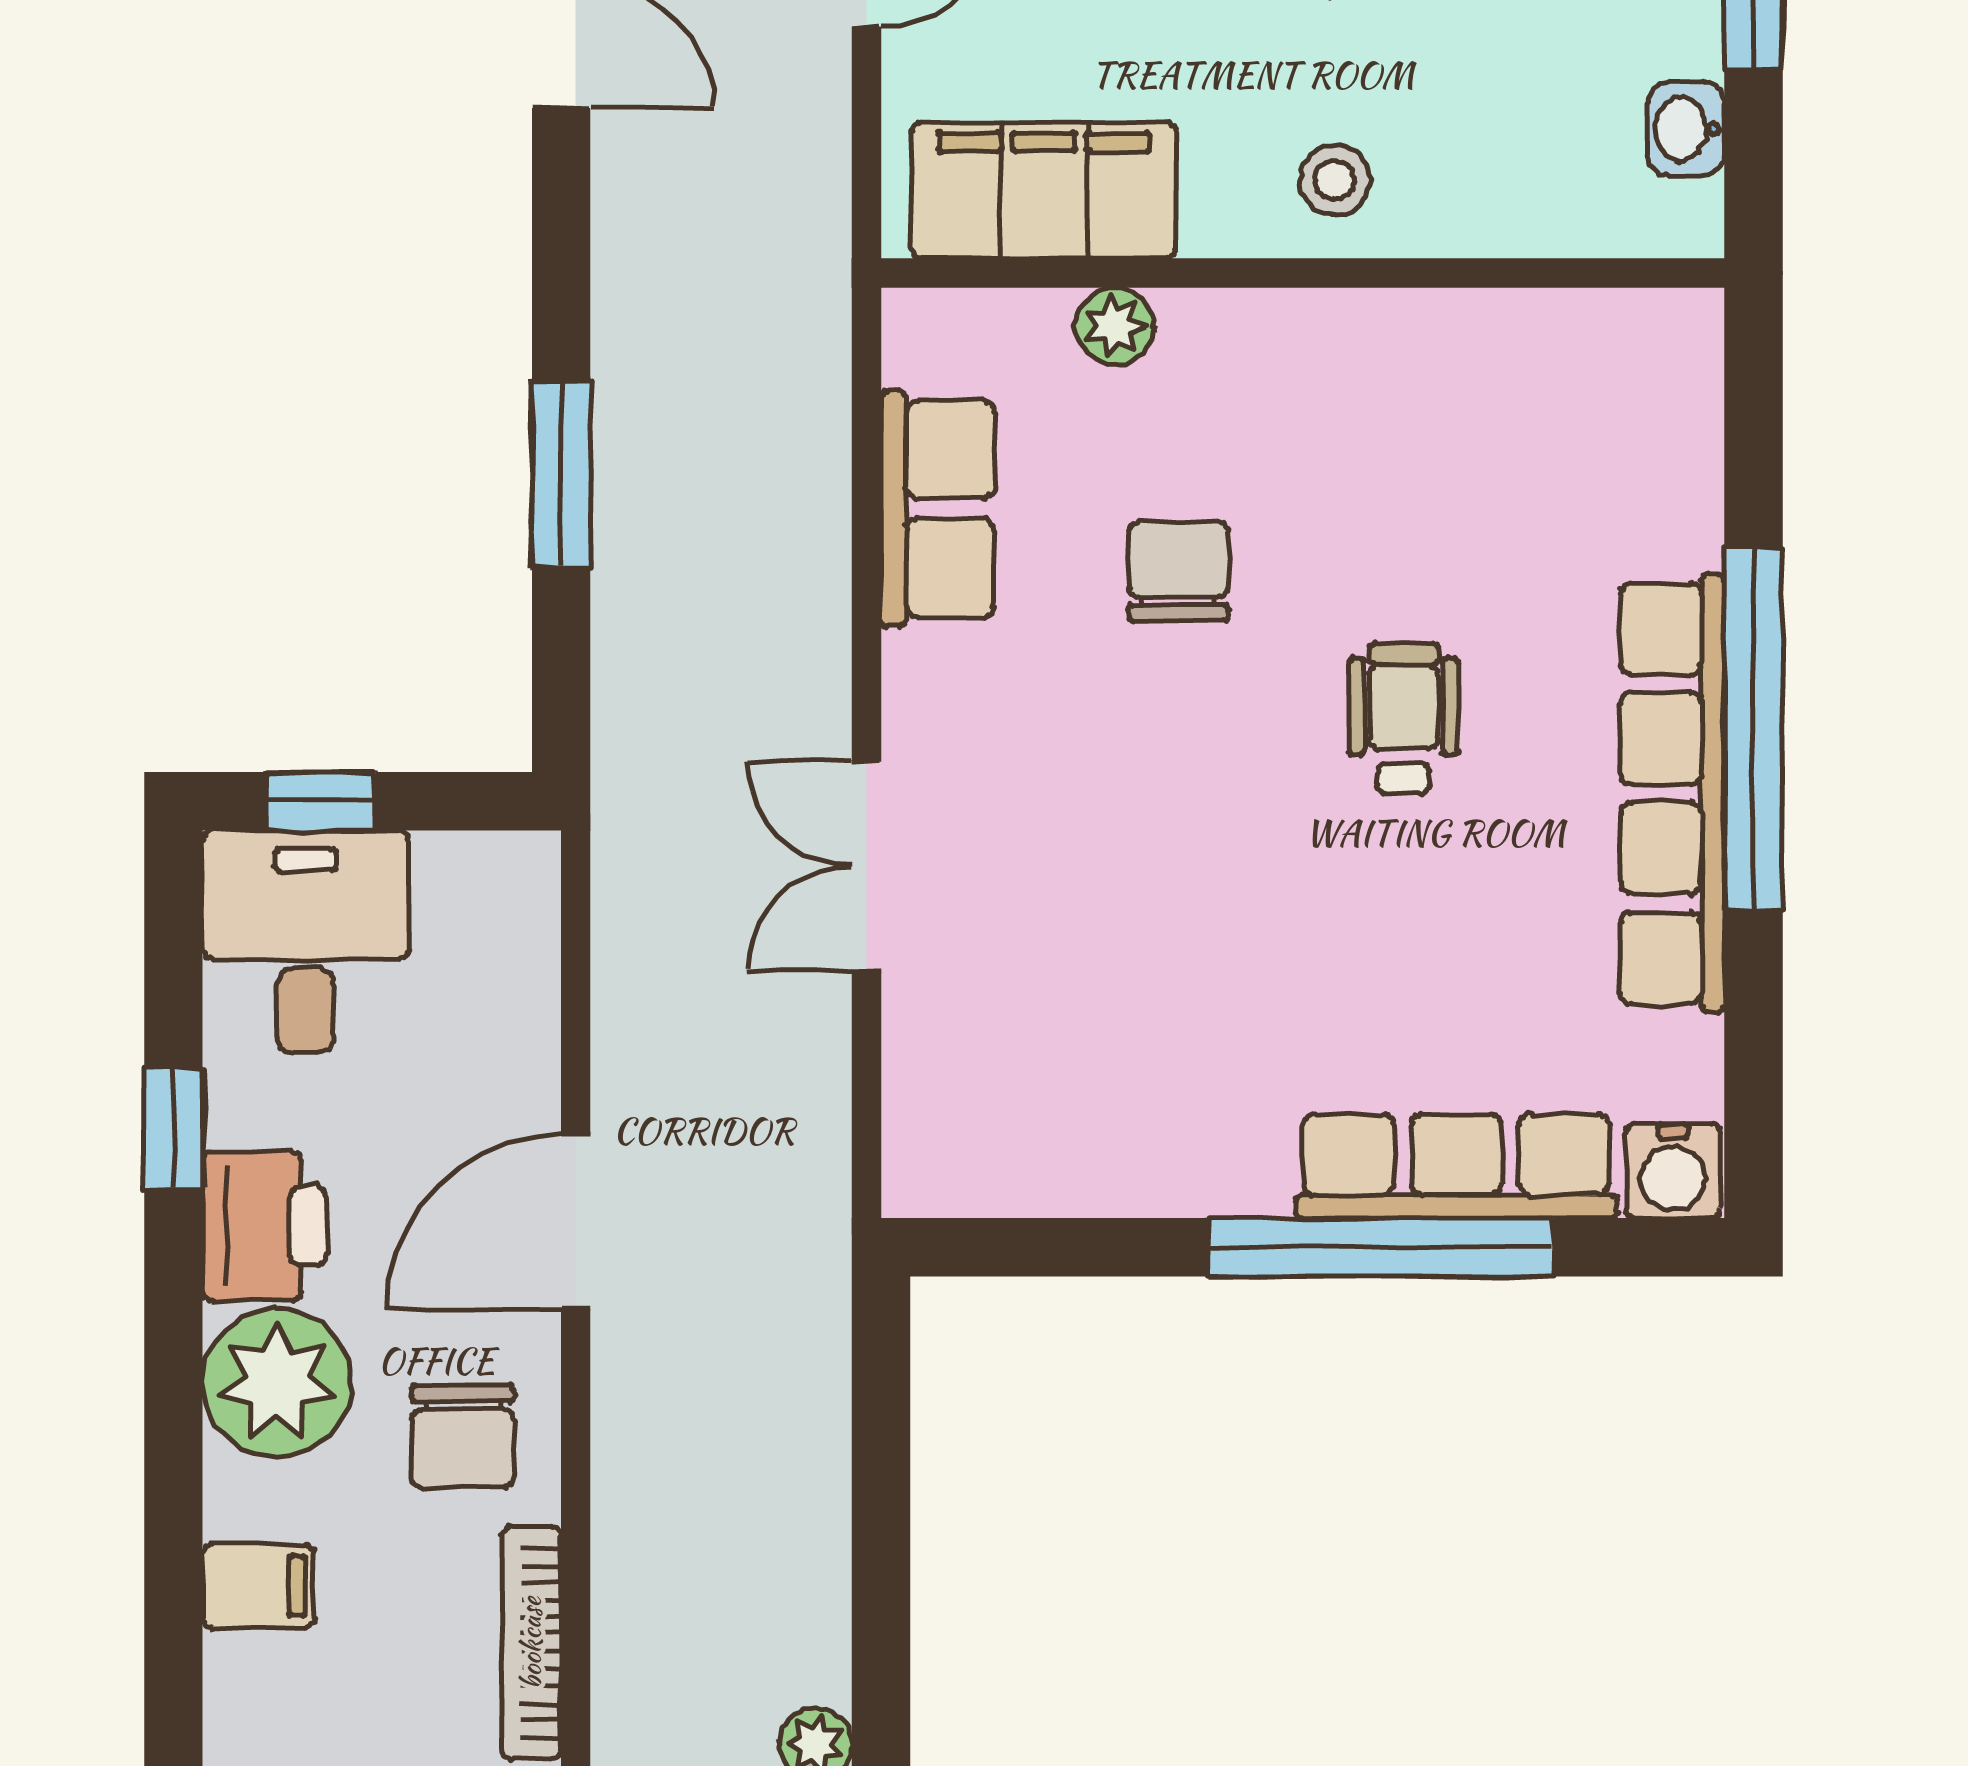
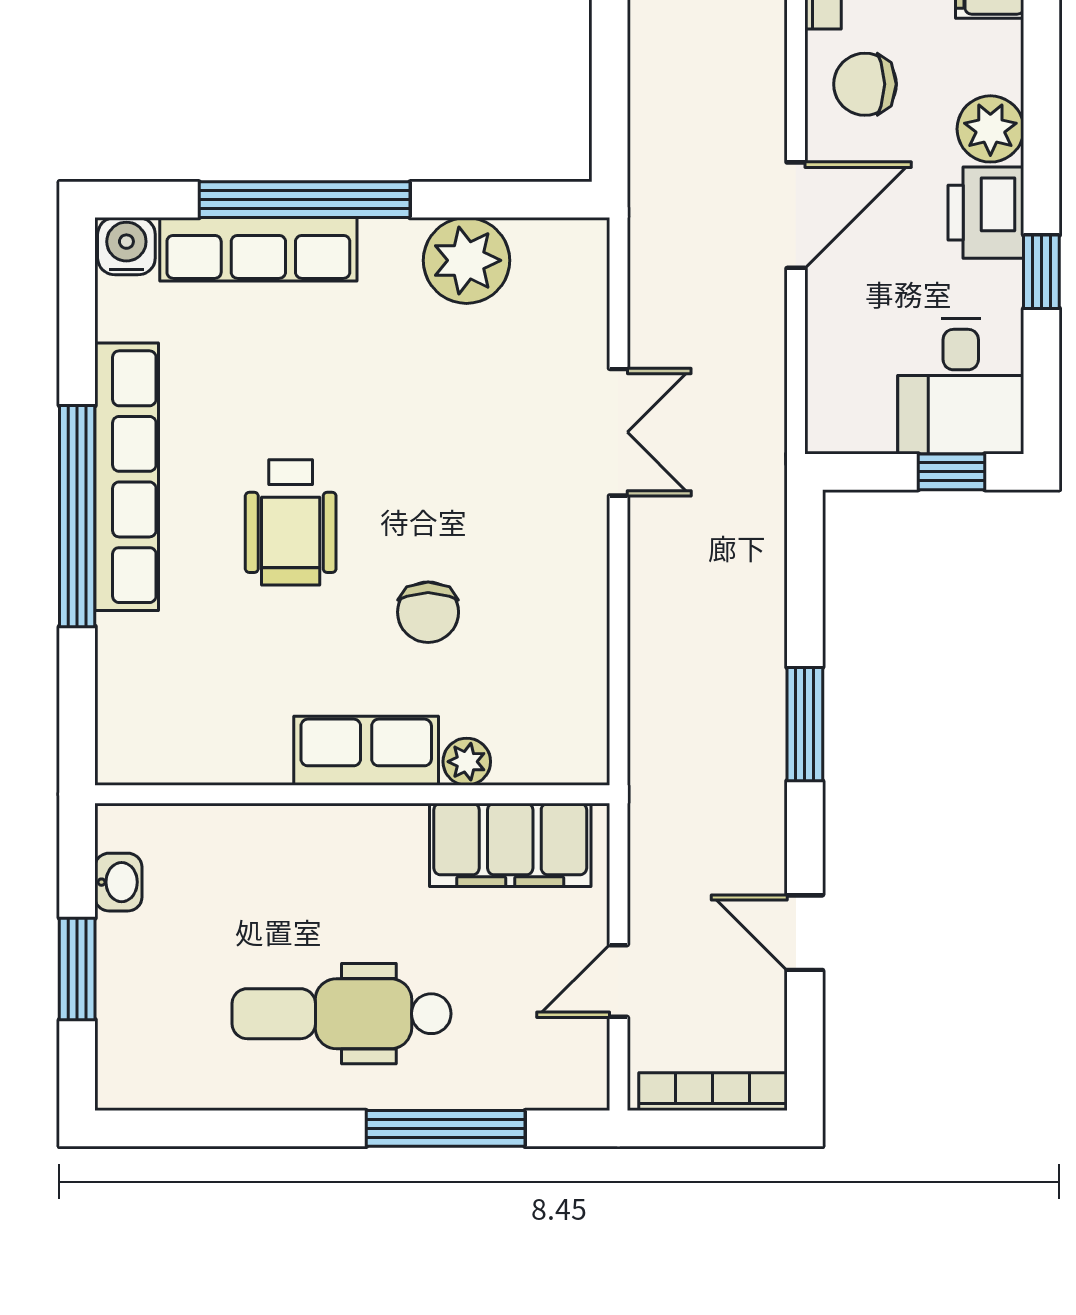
stool: (1335, 180) -> (333, 851), removed
window: (561, 474) -> (805, 724), moved
row of seats: (938, 509) -> (366, 751), moved, turned 90
wheelchair: (1404, 718) -> (291, 522), width x1.36, depth x1.37
plant: (1115, 1148) -> (466, 260), added
plant: (277, 1383) -> (990, 129), width x0.73, depth x0.73
chair: (462, 1436) -> (865, 84), turned -90

